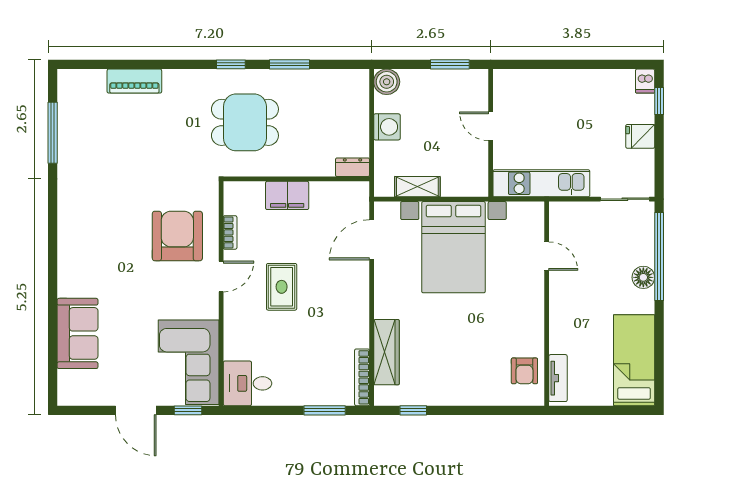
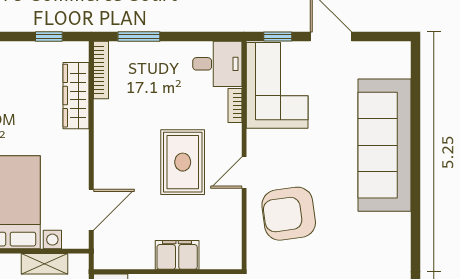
bookcase: (230, 232) -> (235, 106), moved
armchair: (177, 236) -> (289, 214), turned 82
rug: (282, 287) -> (183, 162), width x1.36, depth x1.43
sofa: (78, 333) -> (385, 145), width x1.85, depth x1.27

